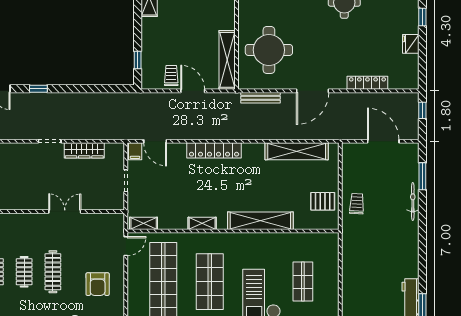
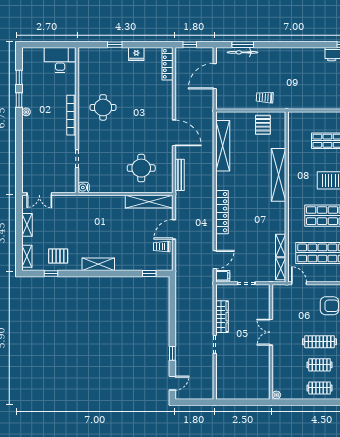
round table: (269, 50) -> (141, 168), width x0.73, depth x0.73
locker: (367, 83) -> (168, 64), moved
bicycle: (413, 202) -> (243, 52), moved
shelving: (202, 223) -> (281, 246), moved

